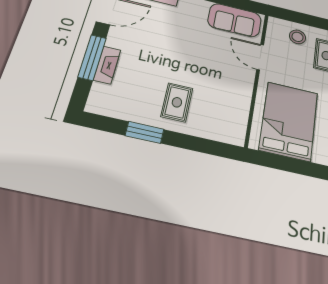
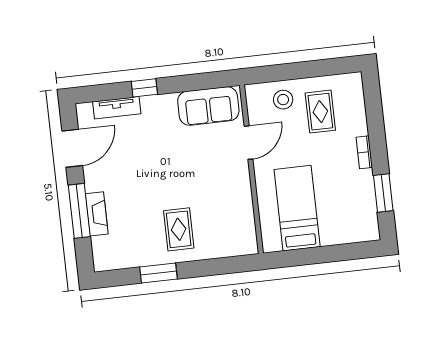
door: (260, 57) -> (248, 143), swing flipped
bed: (289, 121) -> (297, 208), width x0.67

